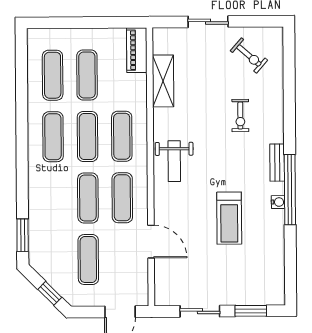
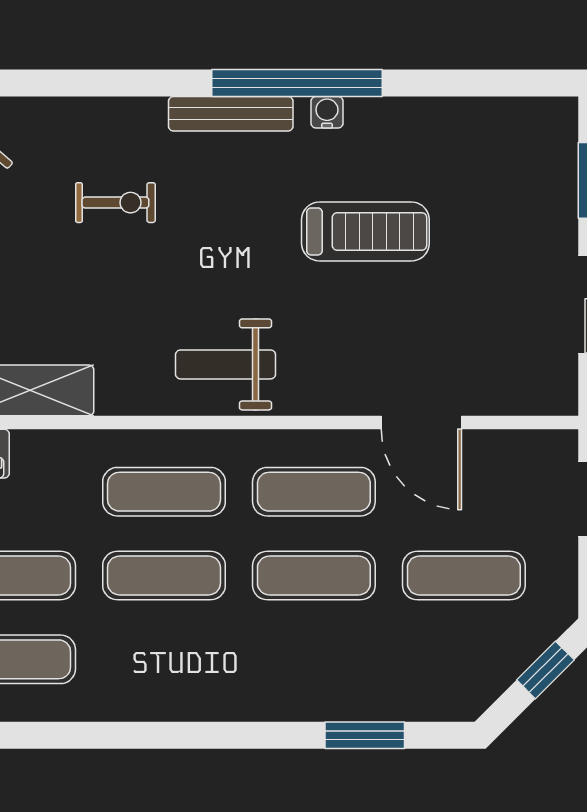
exercise mat: (53, 137) -> (164, 659), removed
weight bench: (174, 161) -> (226, 364), turned 180
bench: (277, 163) -> (231, 114), width x1.36
window: (23, 235) -> (365, 735), moved
door: (151, 242) -> (421, 422), swing flipped

